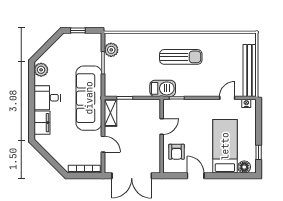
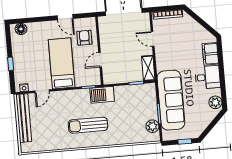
sofa: (89, 98) -> (171, 100), moved
bed: (225, 146) -> (62, 63), moved, turned 180
window: (259, 152) -> (11, 64), moved

